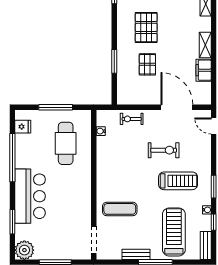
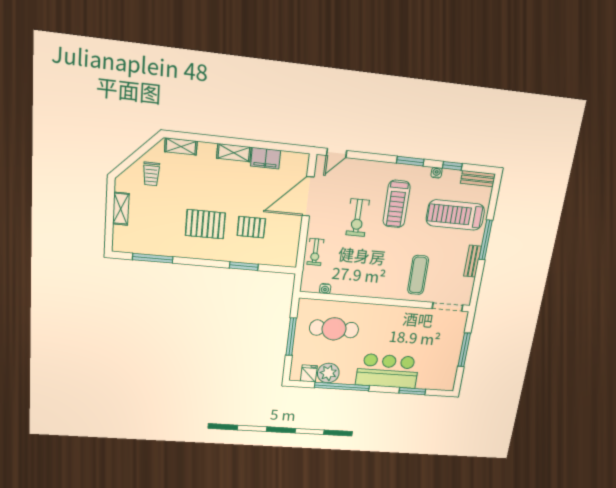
exercise bike: (164, 150) -> (358, 218), turned 180
treadmill: (178, 181) -> (397, 204), turned 180
plant: (24, 250) -> (328, 373), moved

